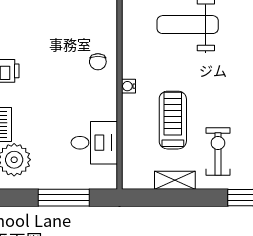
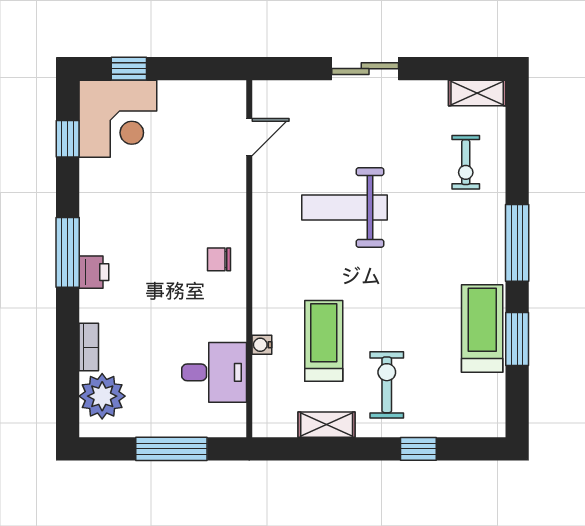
chair: (98, 62) -> (219, 259), turned 90
water cooler: (128, 86) -> (262, 345), moved

